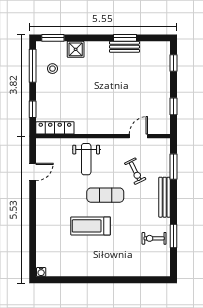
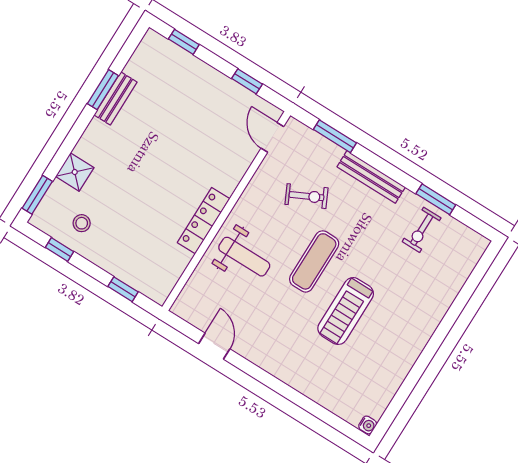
window: (33, 66) -> (60, 250), width x0.46
locker: (55, 128) -> (204, 221), moved
door: (138, 136) -> (272, 137), moved

